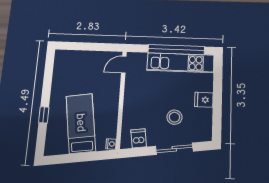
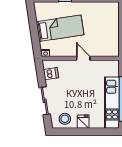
door: (124, 64) -> (83, 58), moved
stool: (174, 117) -> (65, 119), moved

